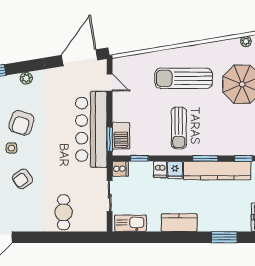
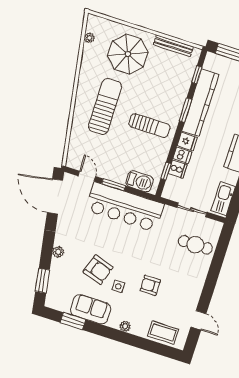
sun lounger: (184, 78) -> (105, 106), turned 180
door: (110, 82) -> (87, 176), hinge flipped
window: (110, 139) -> (114, 185), moved
cooker: (120, 169) -> (177, 169), moved, turned 90
armchair: (22, 179) -> (150, 285), turned 125
cafe table: (64, 212) -> (195, 245), moved

